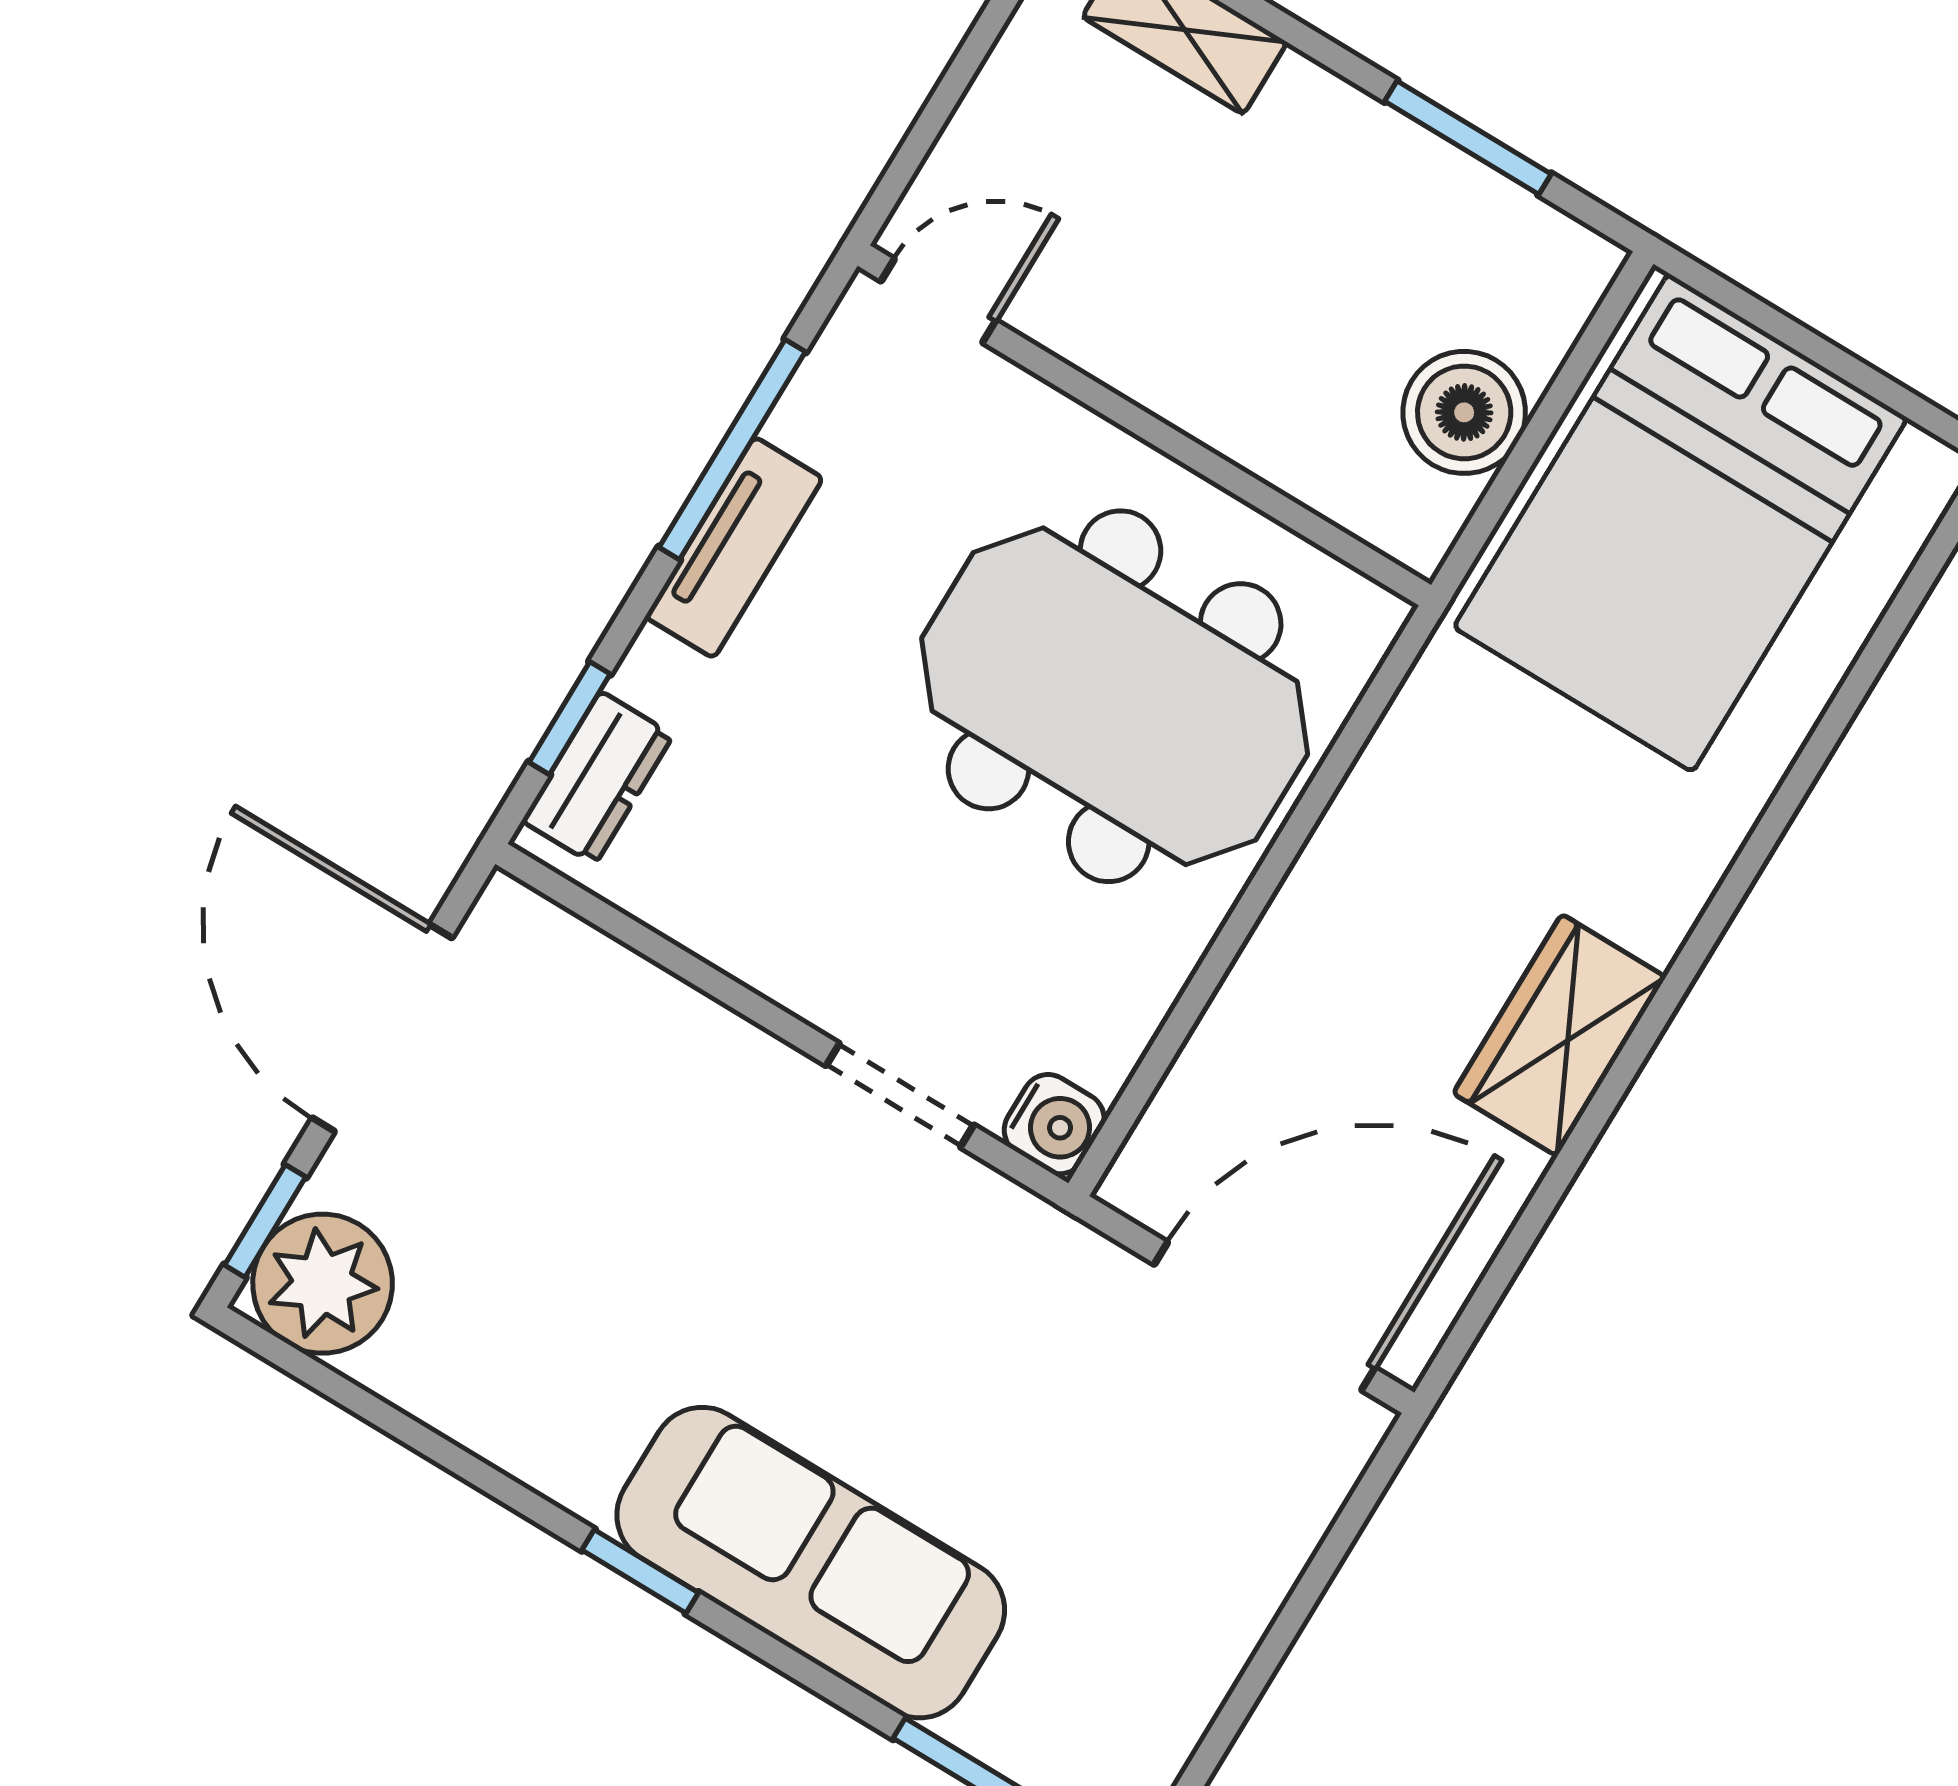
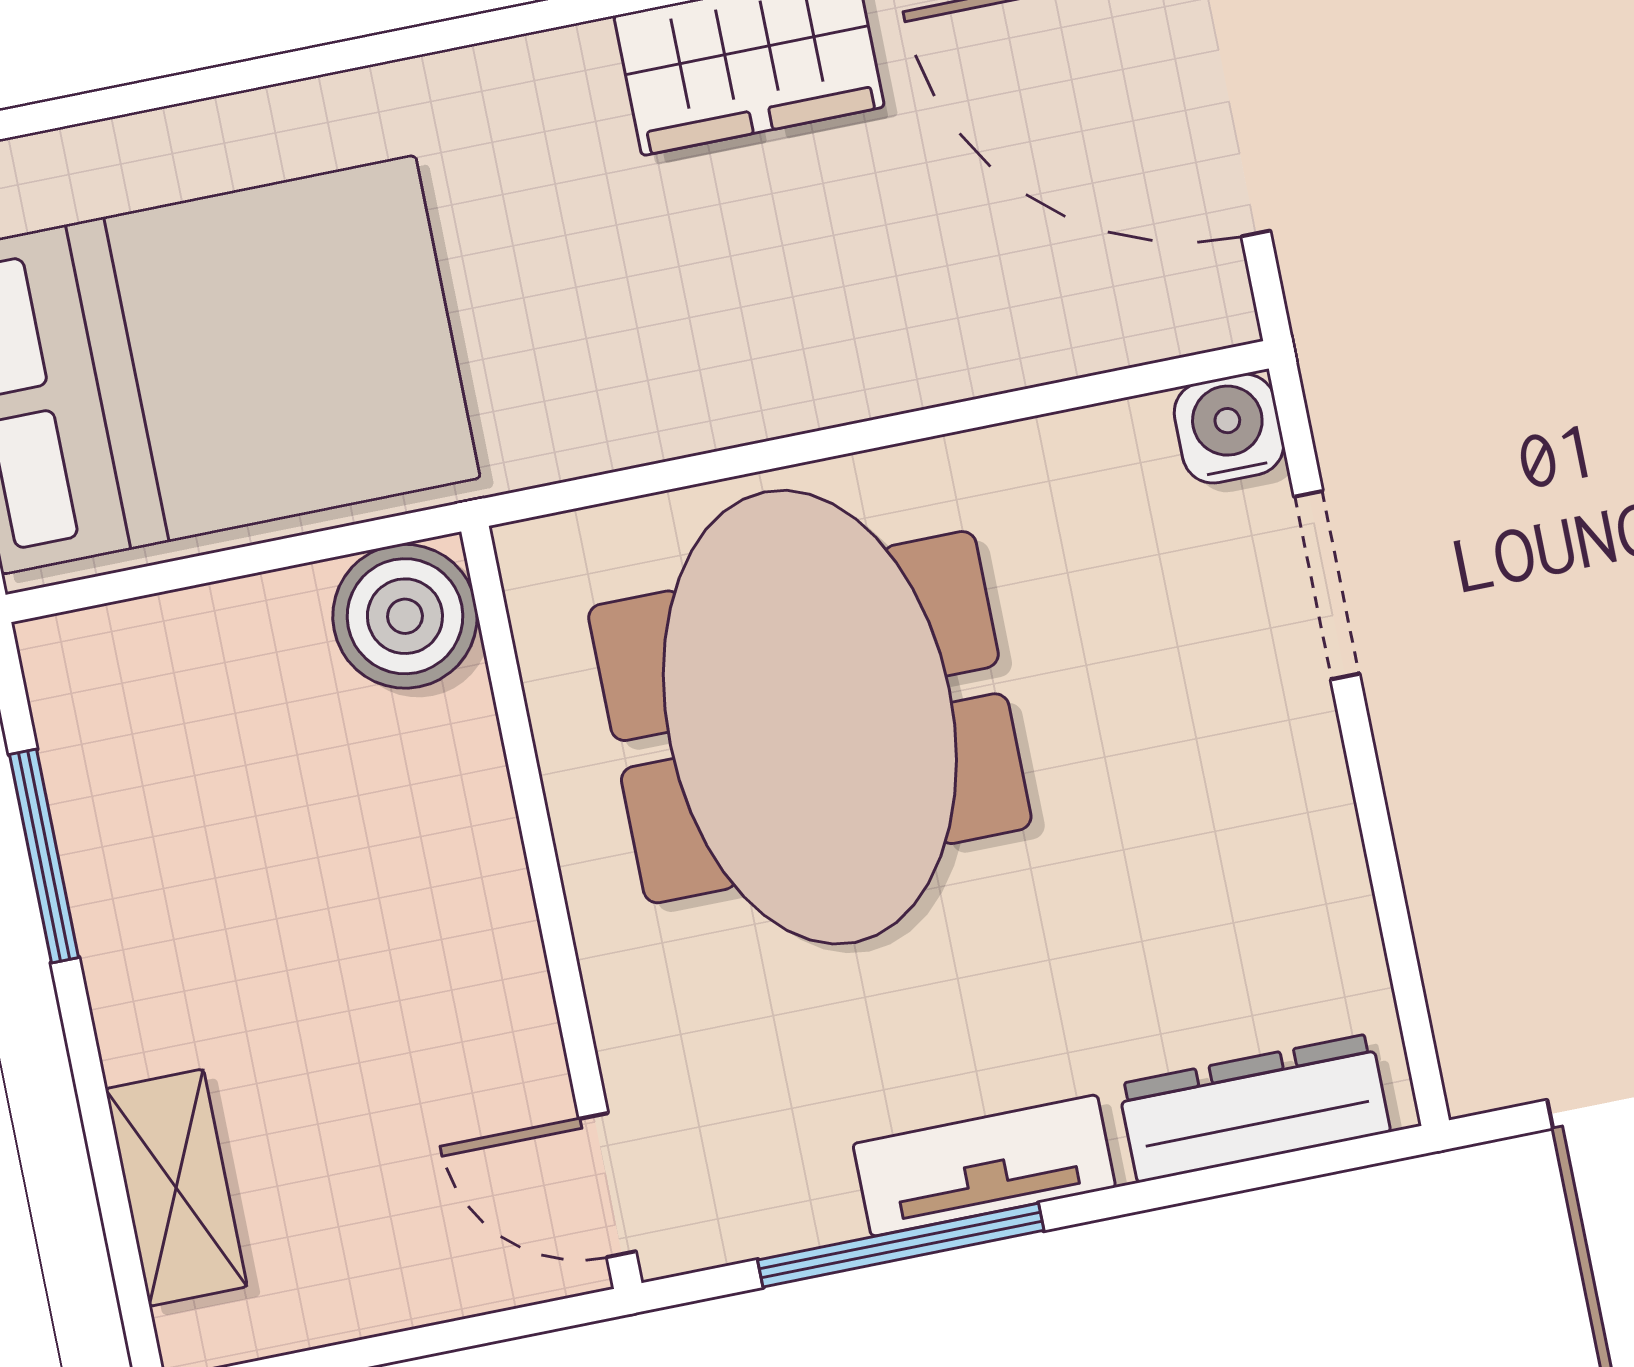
boiler: (1464, 412) -> (405, 616), moved
window: (570, 718) -> (1263, 1172), removed
dresser: (597, 778) -> (1254, 1108), width x1.44

